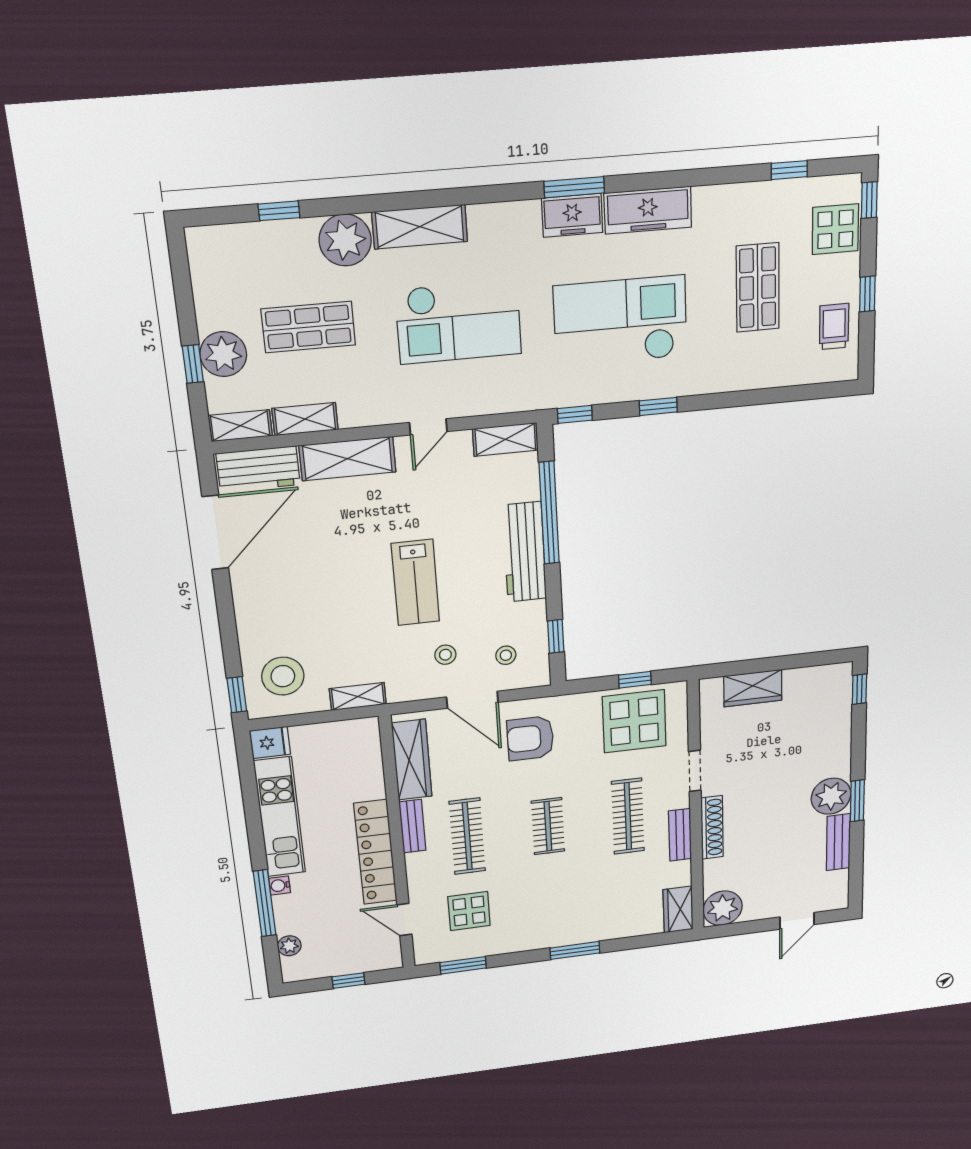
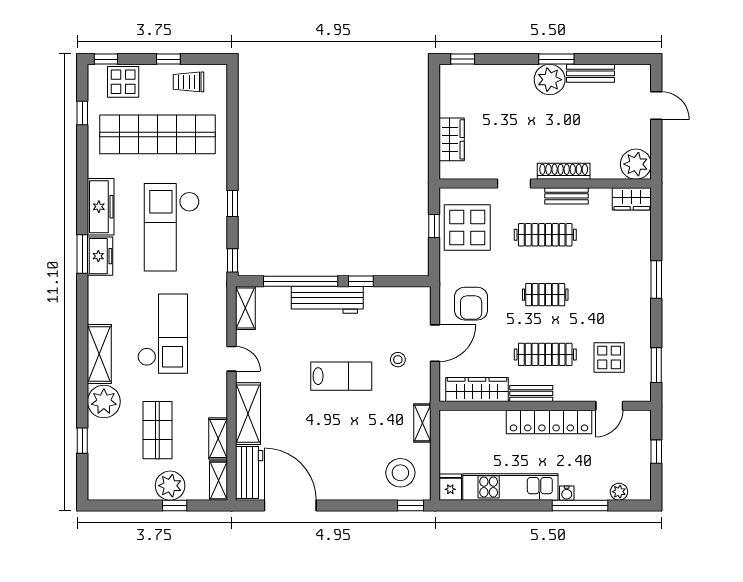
shop shelf: (758, 288) -> (157, 134), width x2.00, depth x1.36
window: (556, 636) -> (361, 281), moved
stool: (506, 655) -> (403, 317), removed

